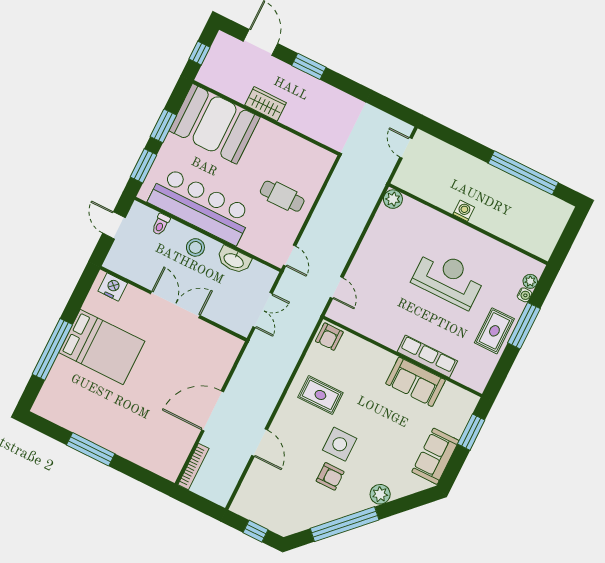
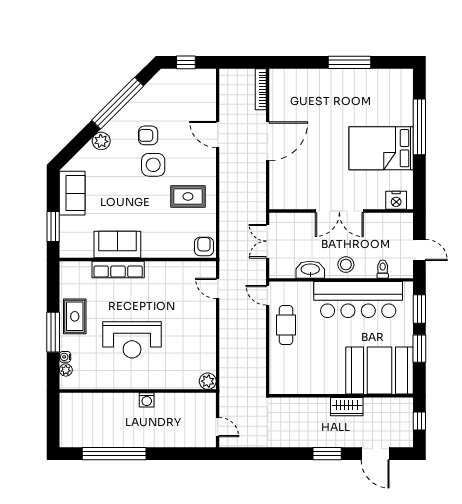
cafe table: (282, 196) -> (286, 325), moved, turned 90

